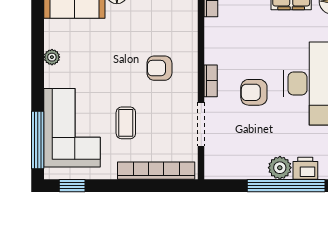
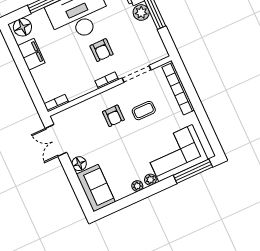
plant: (52, 78) -> (150, 180), added
coffee table: (126, 123) -> (144, 111), moved
window: (72, 186) -> (212, 137), removed

